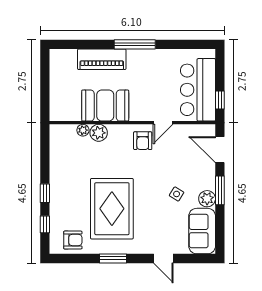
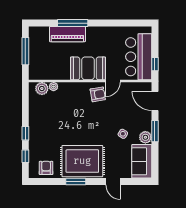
window: (135, 44) -> (73, 23), moved
window: (45, 82) -> (25, 51), added
booth: (105, 106) -> (88, 68), moved
plant: (99, 133) -> (42, 89), moved
armchair: (143, 141) -> (98, 94), turned -100
rug: (112, 209) -> (82, 161), moved, turned 90
armchair: (73, 240) -> (46, 168), turned -90

